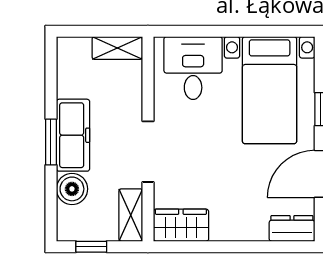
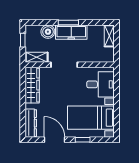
shelving: (117, 48) -> (109, 36), moved
wardrobe: (181, 225) -> (32, 85), width x1.50
dresser: (292, 228) -> (31, 123), width x1.44

